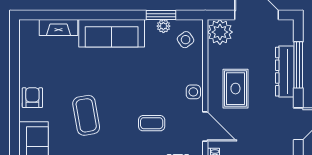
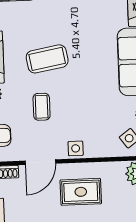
coffee table: (86, 115) -> (47, 59), moved

